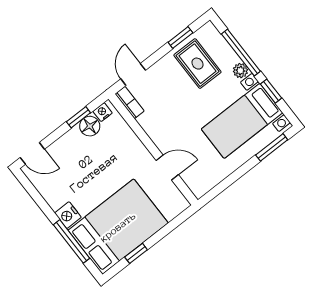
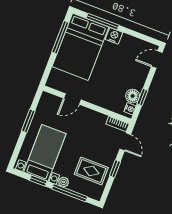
window: (180, 38) -> (115, 169), moved
window: (272, 147) -> (28, 121), moved
window: (136, 253) -> (60, 37), width x2.17

